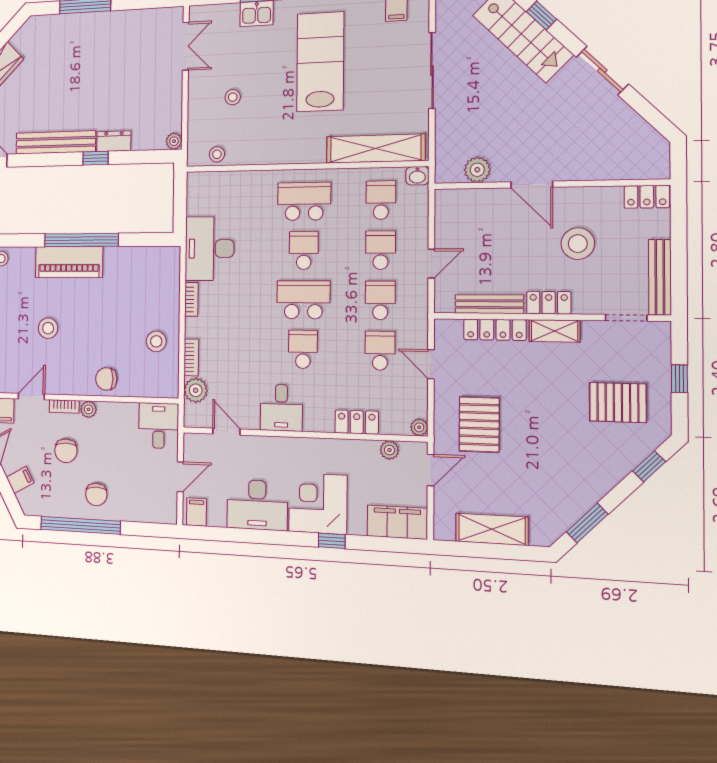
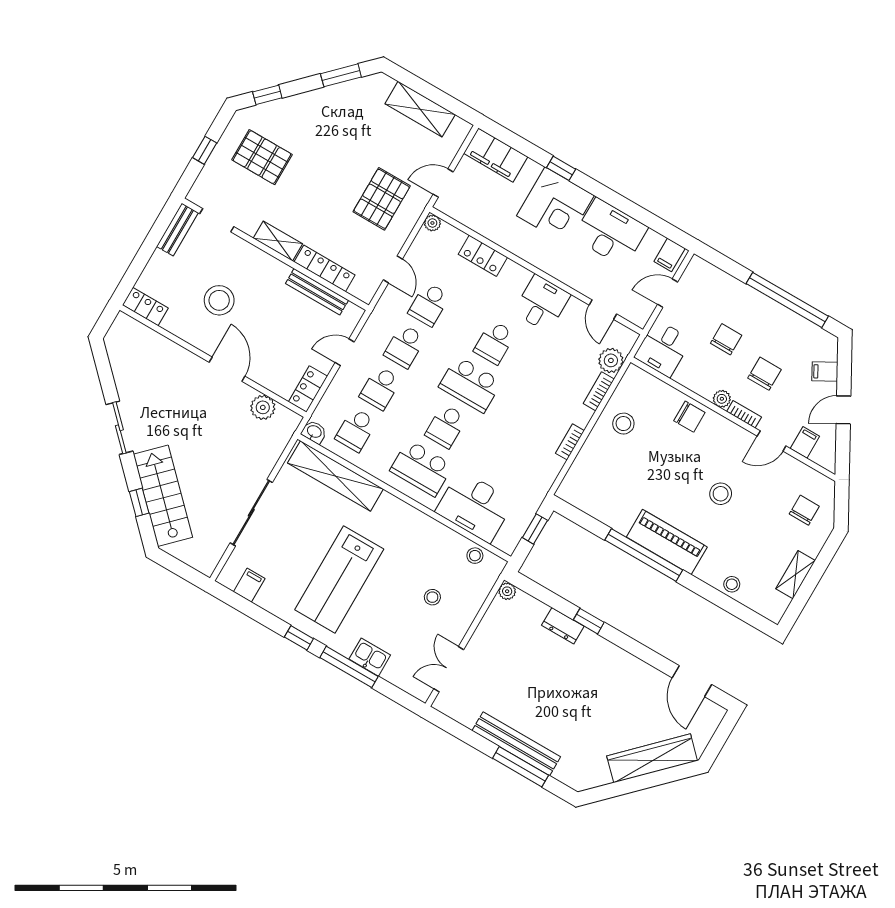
bench: (56, 142) -> (516, 744), moved
window: (180, 208) -> (535, 529), added
desk: (210, 249) -> (475, 507), moved, turned 90
bench: (660, 277) -> (177, 230), width x0.73
locker: (549, 303) -> (308, 389), moved, turned 90
plant: (389, 450) -> (468, 218), removed
chair: (96, 494) -> (726, 339), moved

